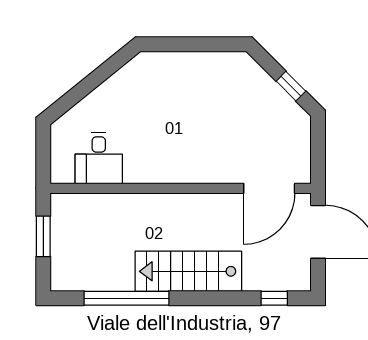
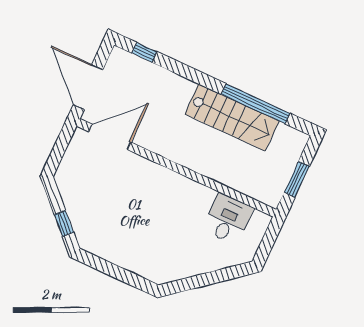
window: (291, 86) -> (64, 224), moved
stairs: (188, 271) -> (232, 118), moved

